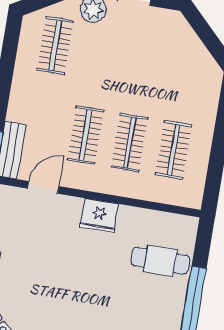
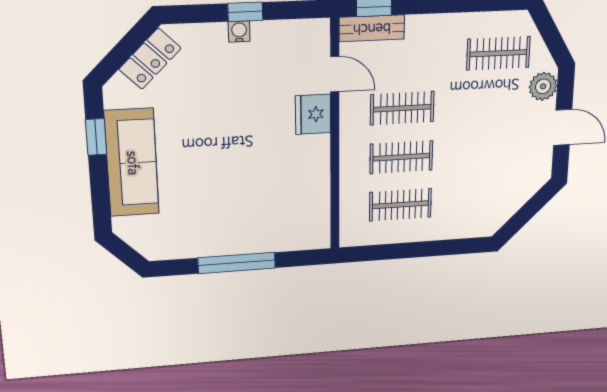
fridge: (99, 216) -> (313, 114), moved
cafe table: (160, 261) -> (275, 219), removed

